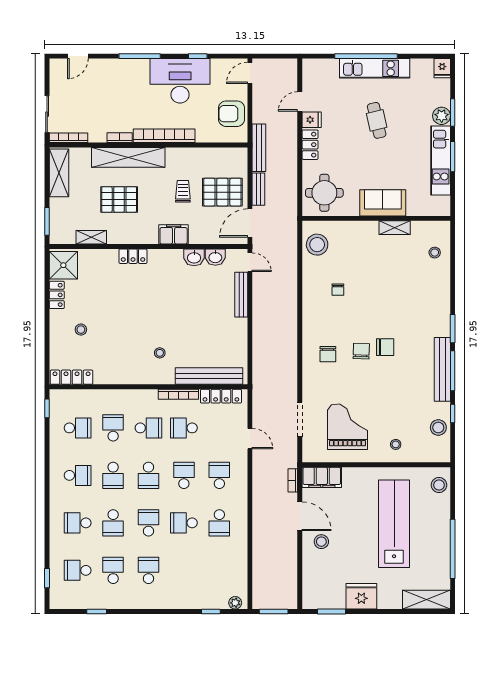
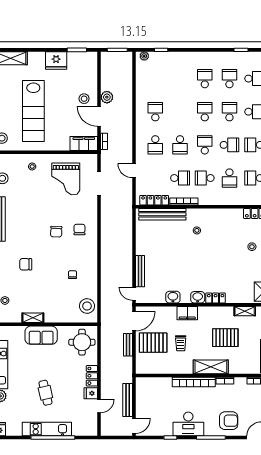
desk: (180, 81) -> (188, 424), width x0.73, depth x0.77
armchair: (232, 114) -> (229, 421), moved
bench: (259, 148) -> (128, 400), moved
shelving: (128, 157) -> (211, 367), width x0.68
washbasin: (215, 257) -> (198, 297), moved
chair: (385, 347) -> (26, 264), moved
school desk: (113, 475) -> (229, 145), turned 90
school desk: (148, 523) -> (205, 112), turned 180
school desk: (184, 523) -> (180, 112), removed
plant: (289, 544) -> (107, 97), added
school desk: (113, 570) -> (229, 79), turned 180
school desk: (148, 570) -> (205, 79), turned 180

